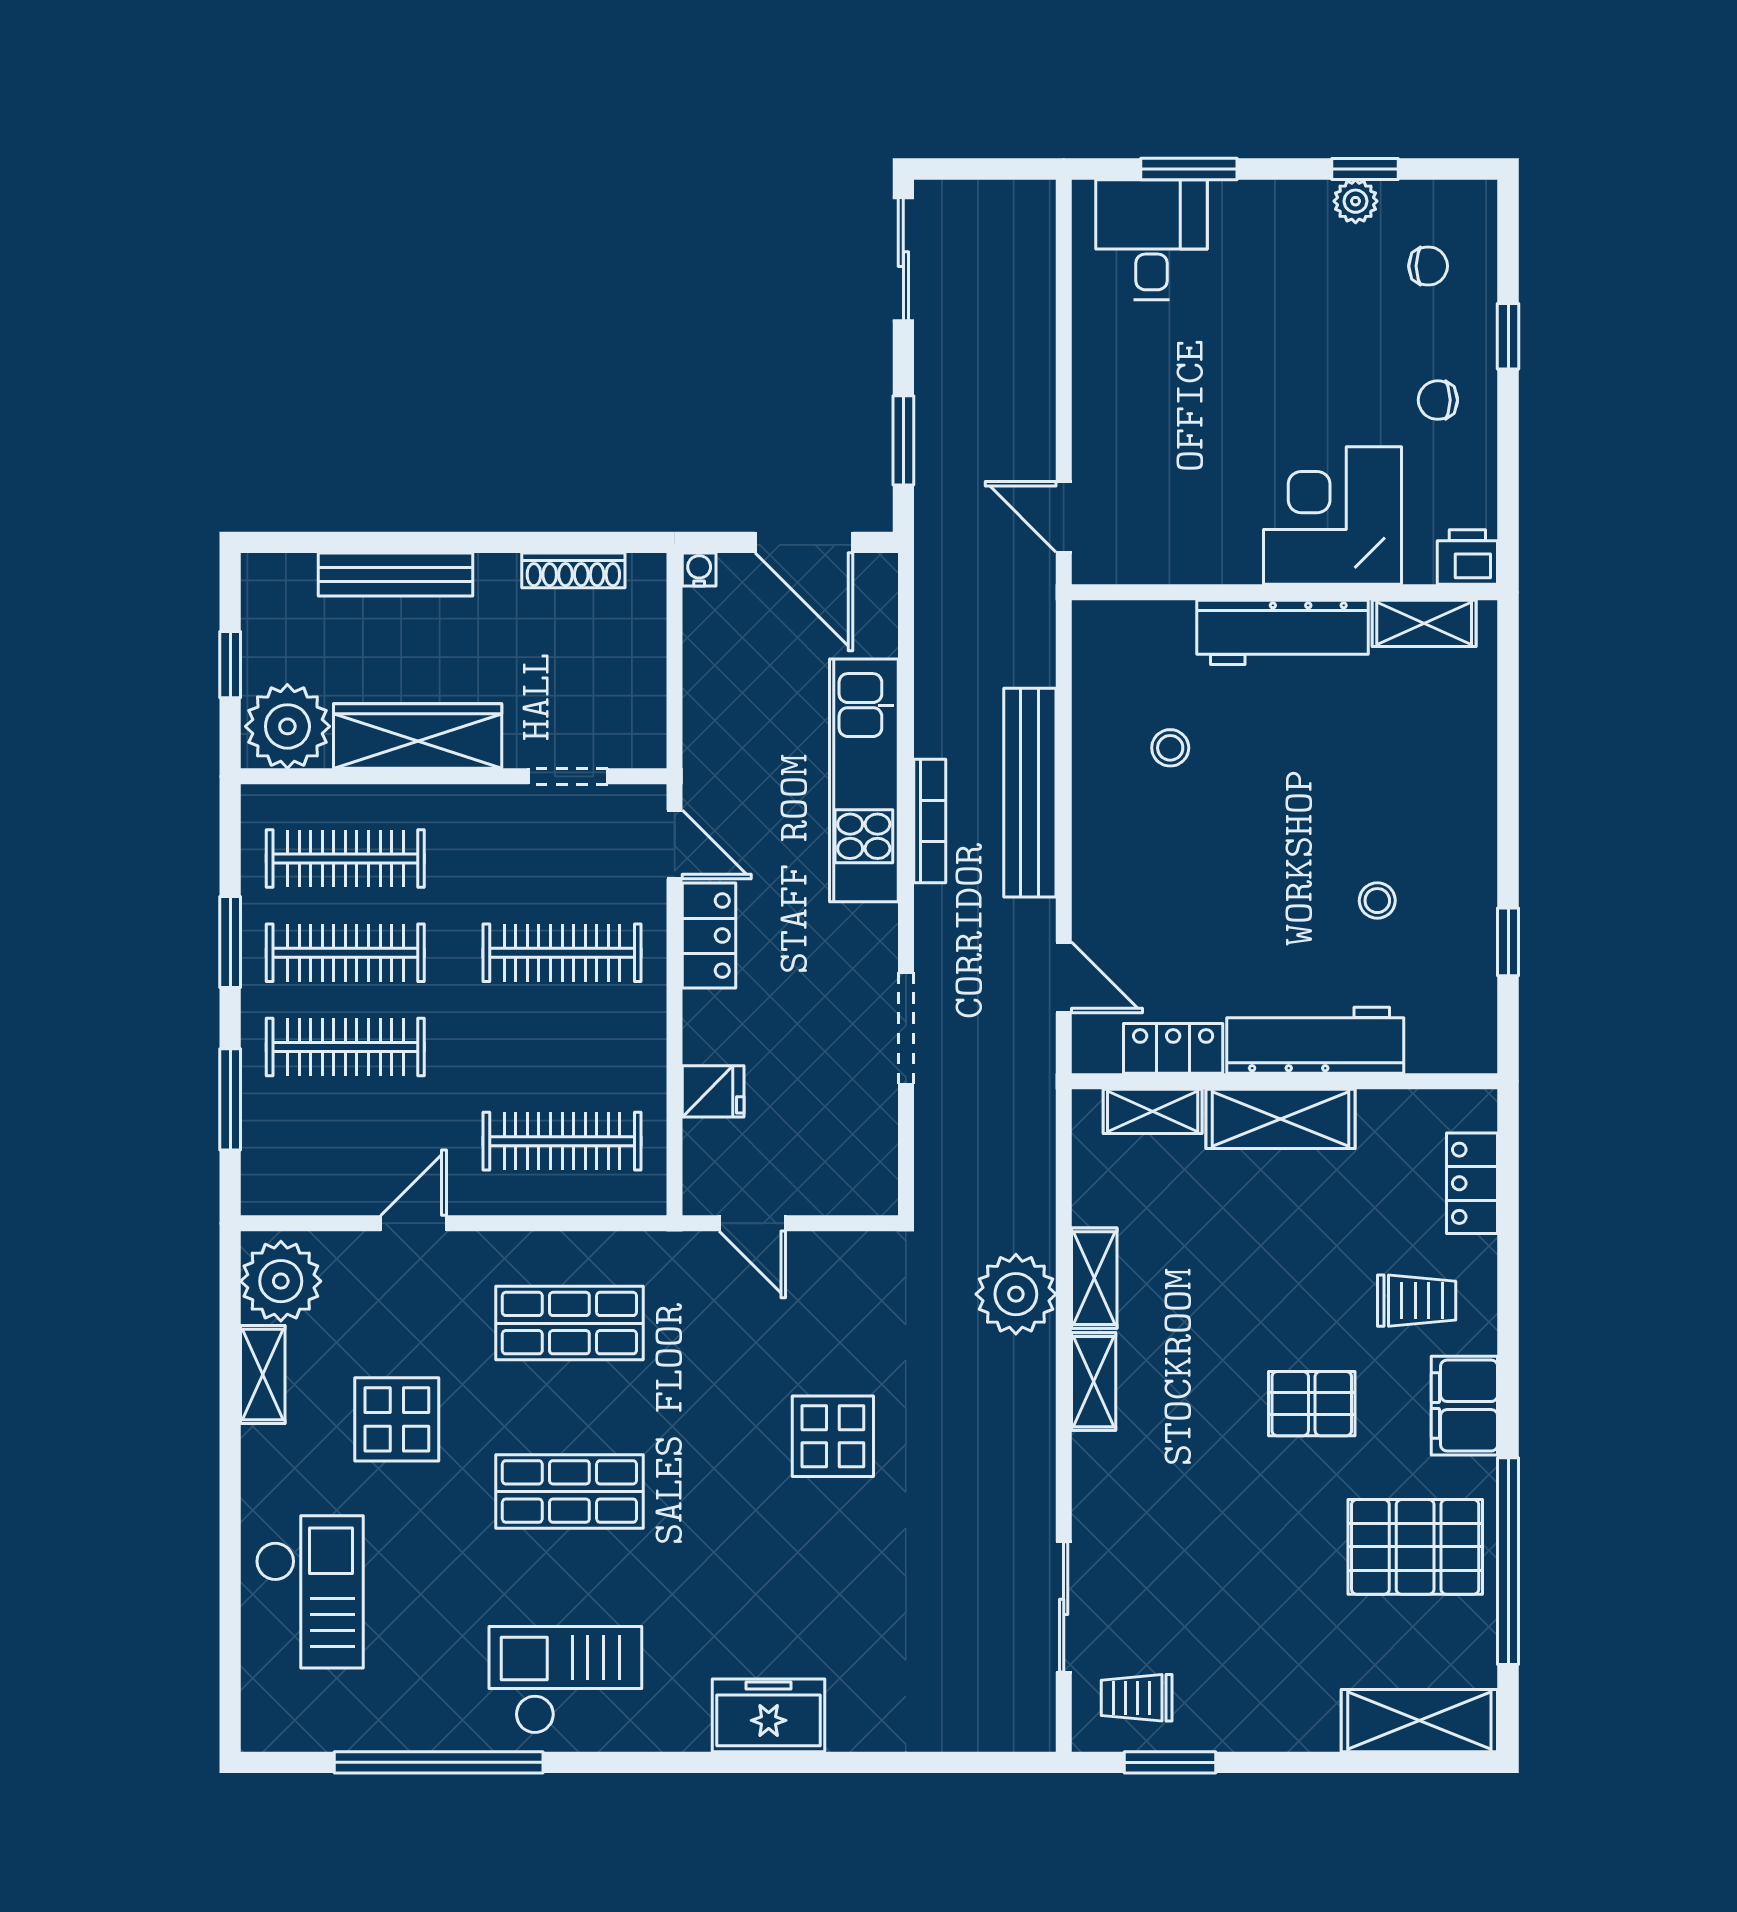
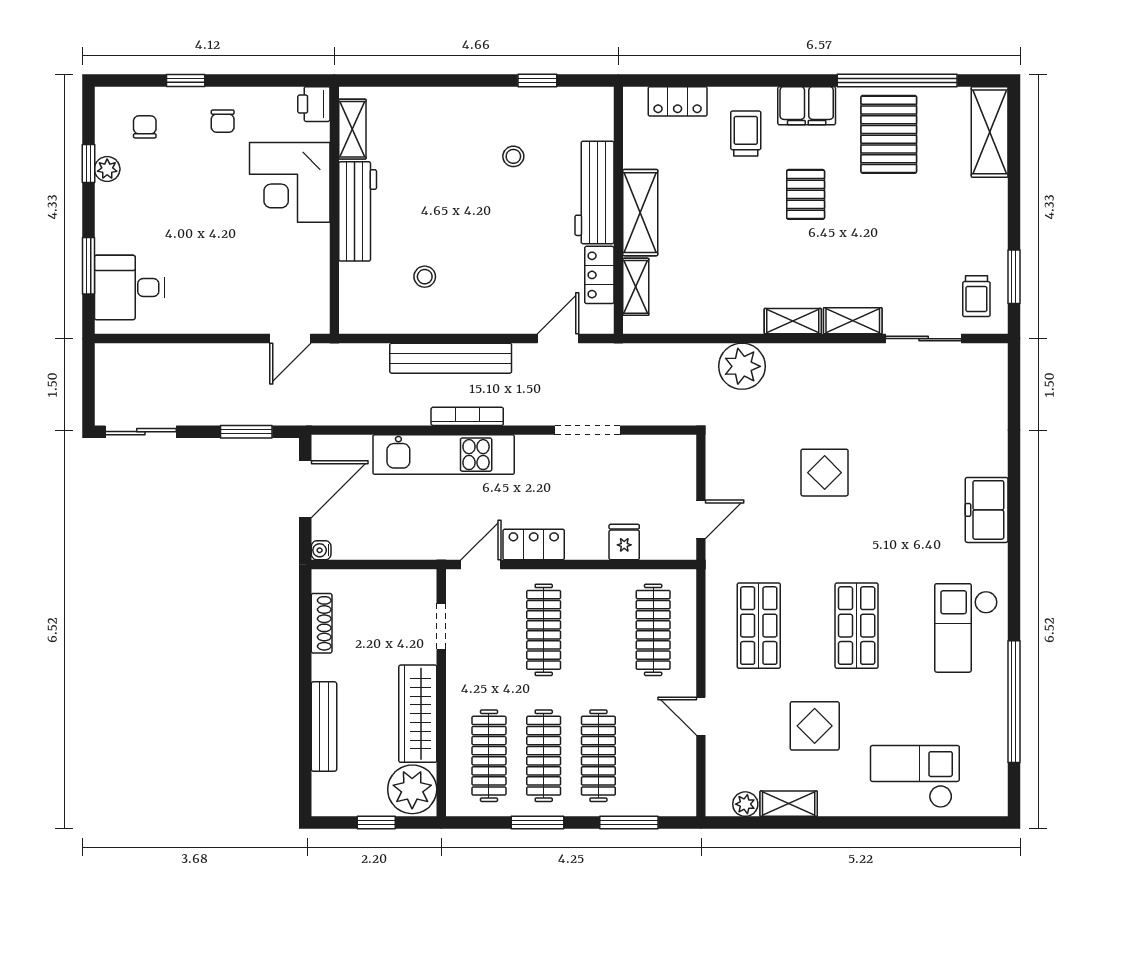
shelving: (1094, 1278) -> (853, 321), moved
plant: (281, 1281) -> (745, 804), width x0.53, depth x0.53

